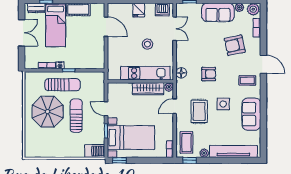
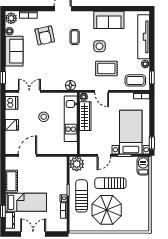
armchair: (209, 74) -> (72, 60), removed
plant: (97, 80) -> (77, 164), added
coffee table: (247, 80) -> (75, 37), moved

